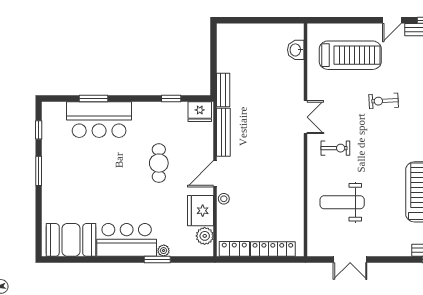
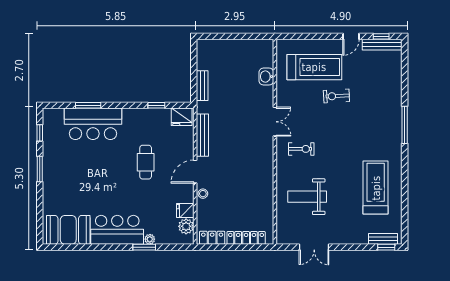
washbasin: (296, 50) -> (266, 77), moved
bench: (223, 90) -> (202, 86), moved
exercise bike: (384, 101) -> (336, 96), moved
fridge: (201, 211) -> (185, 210), width x0.53, depth x0.75

